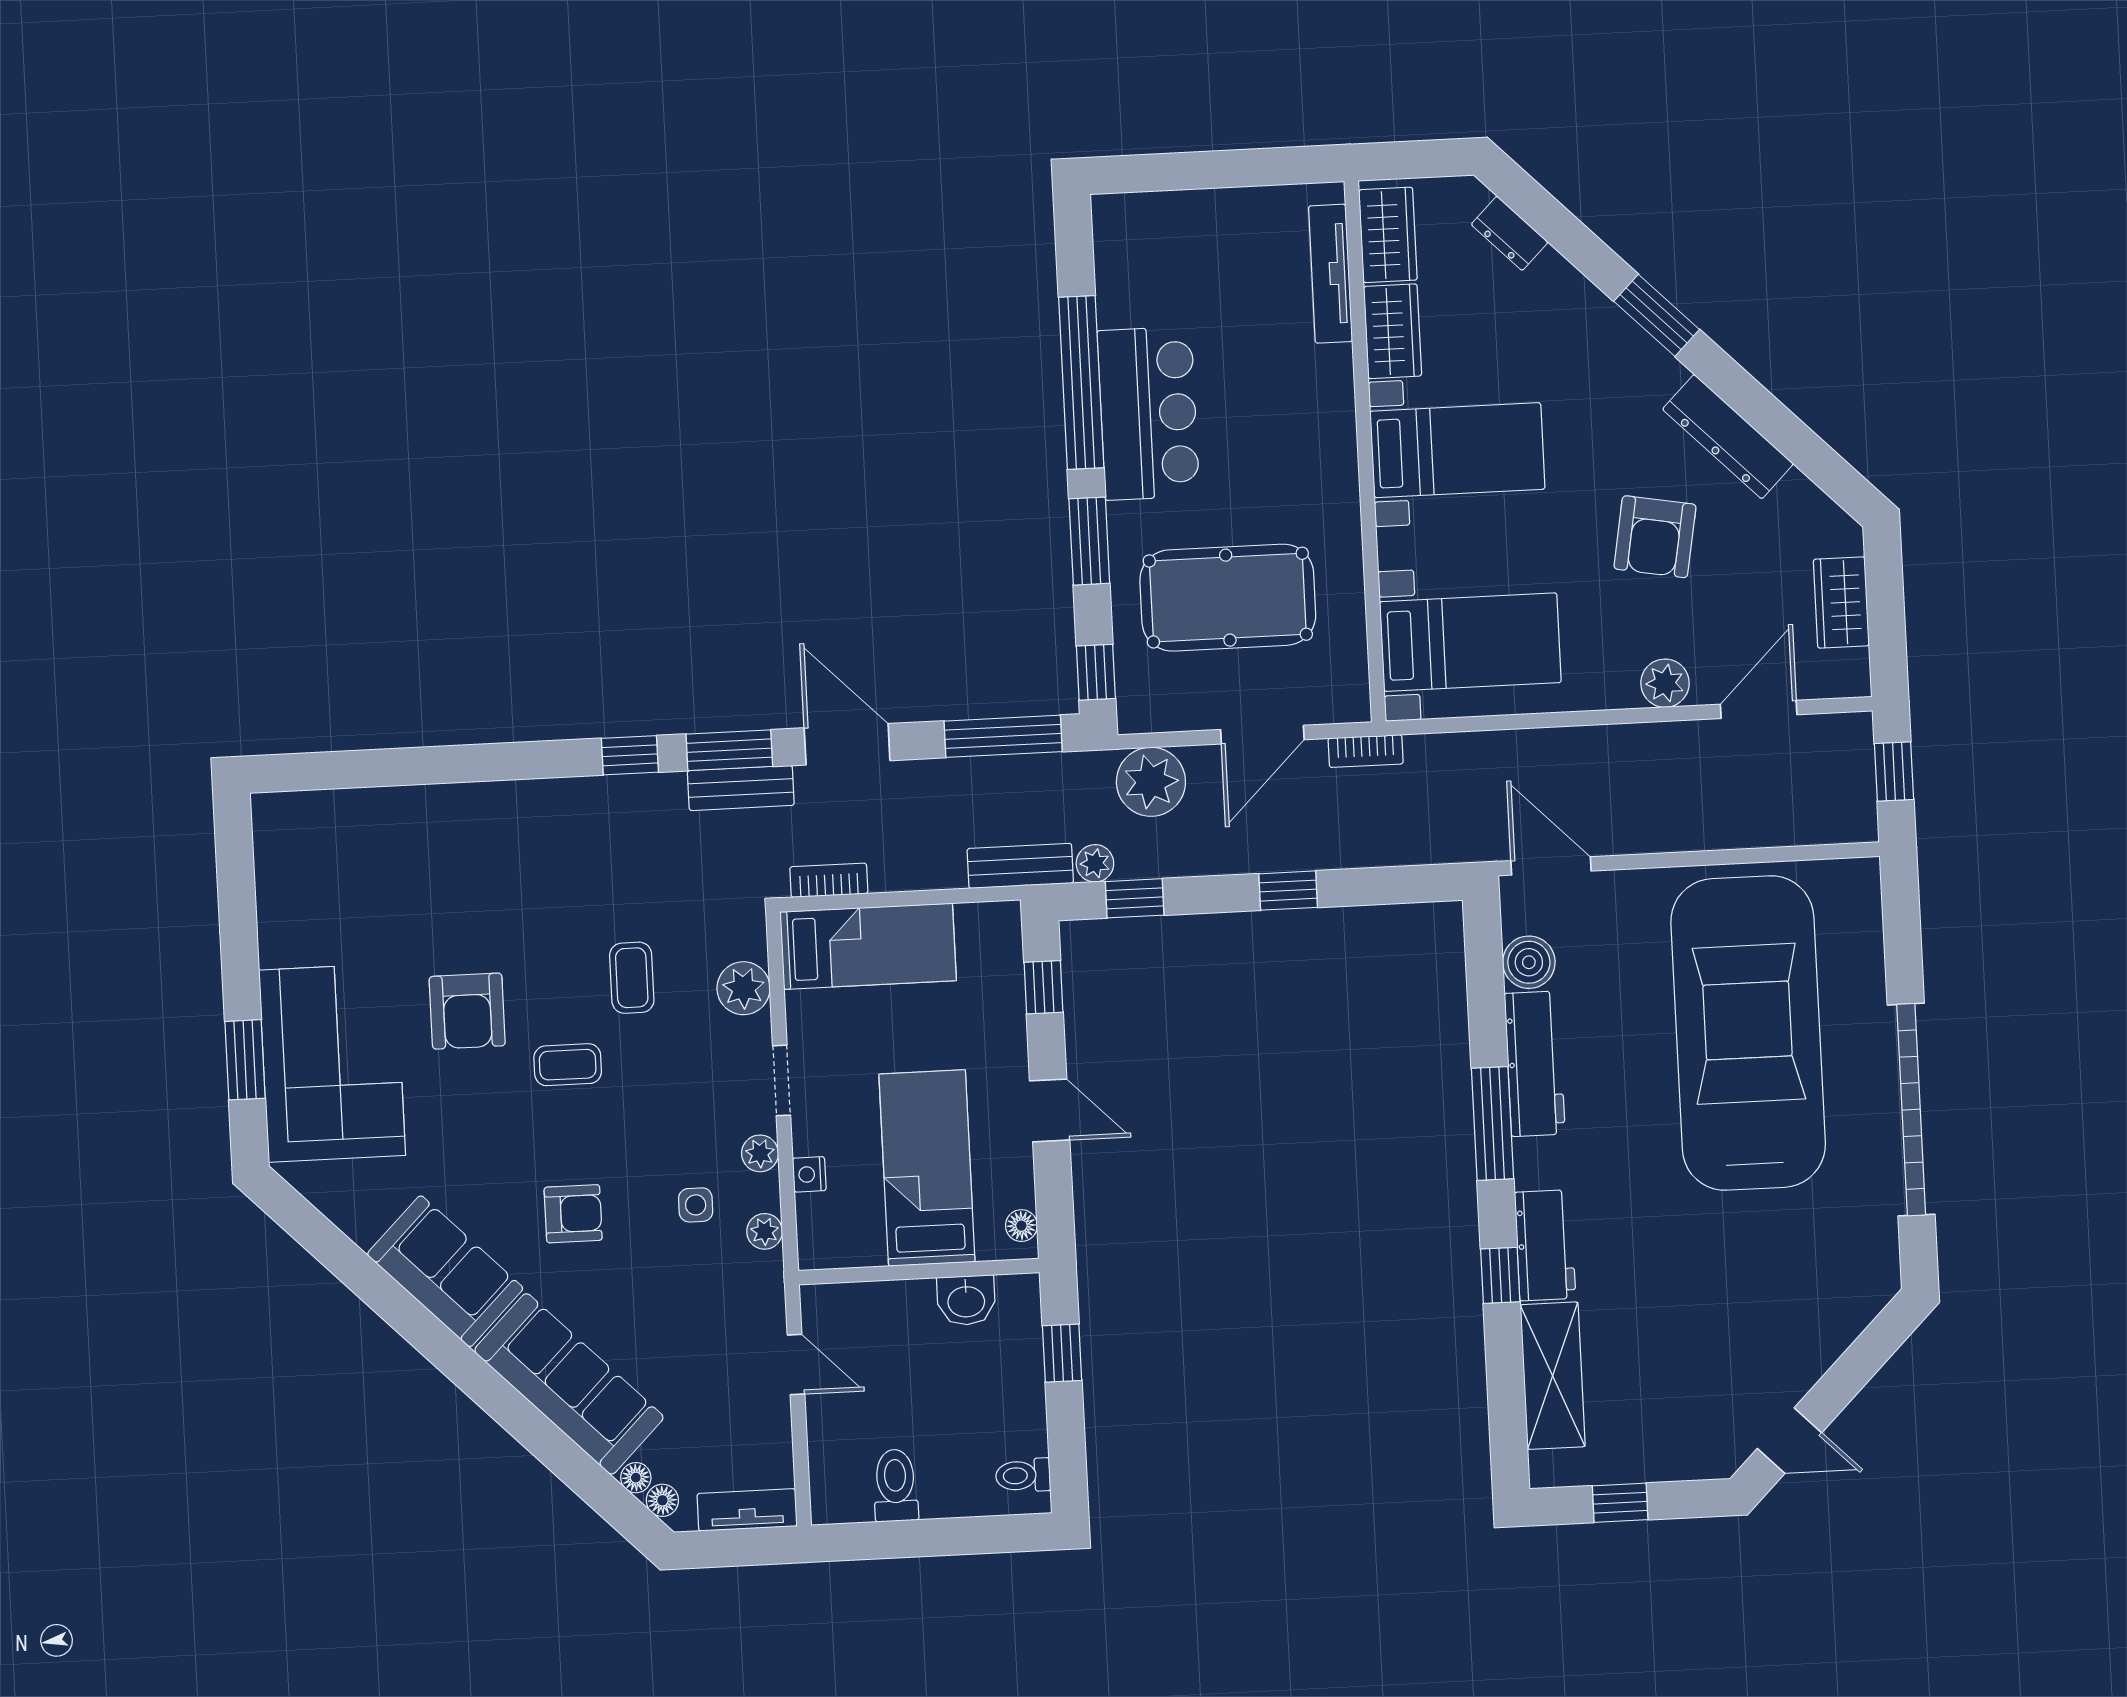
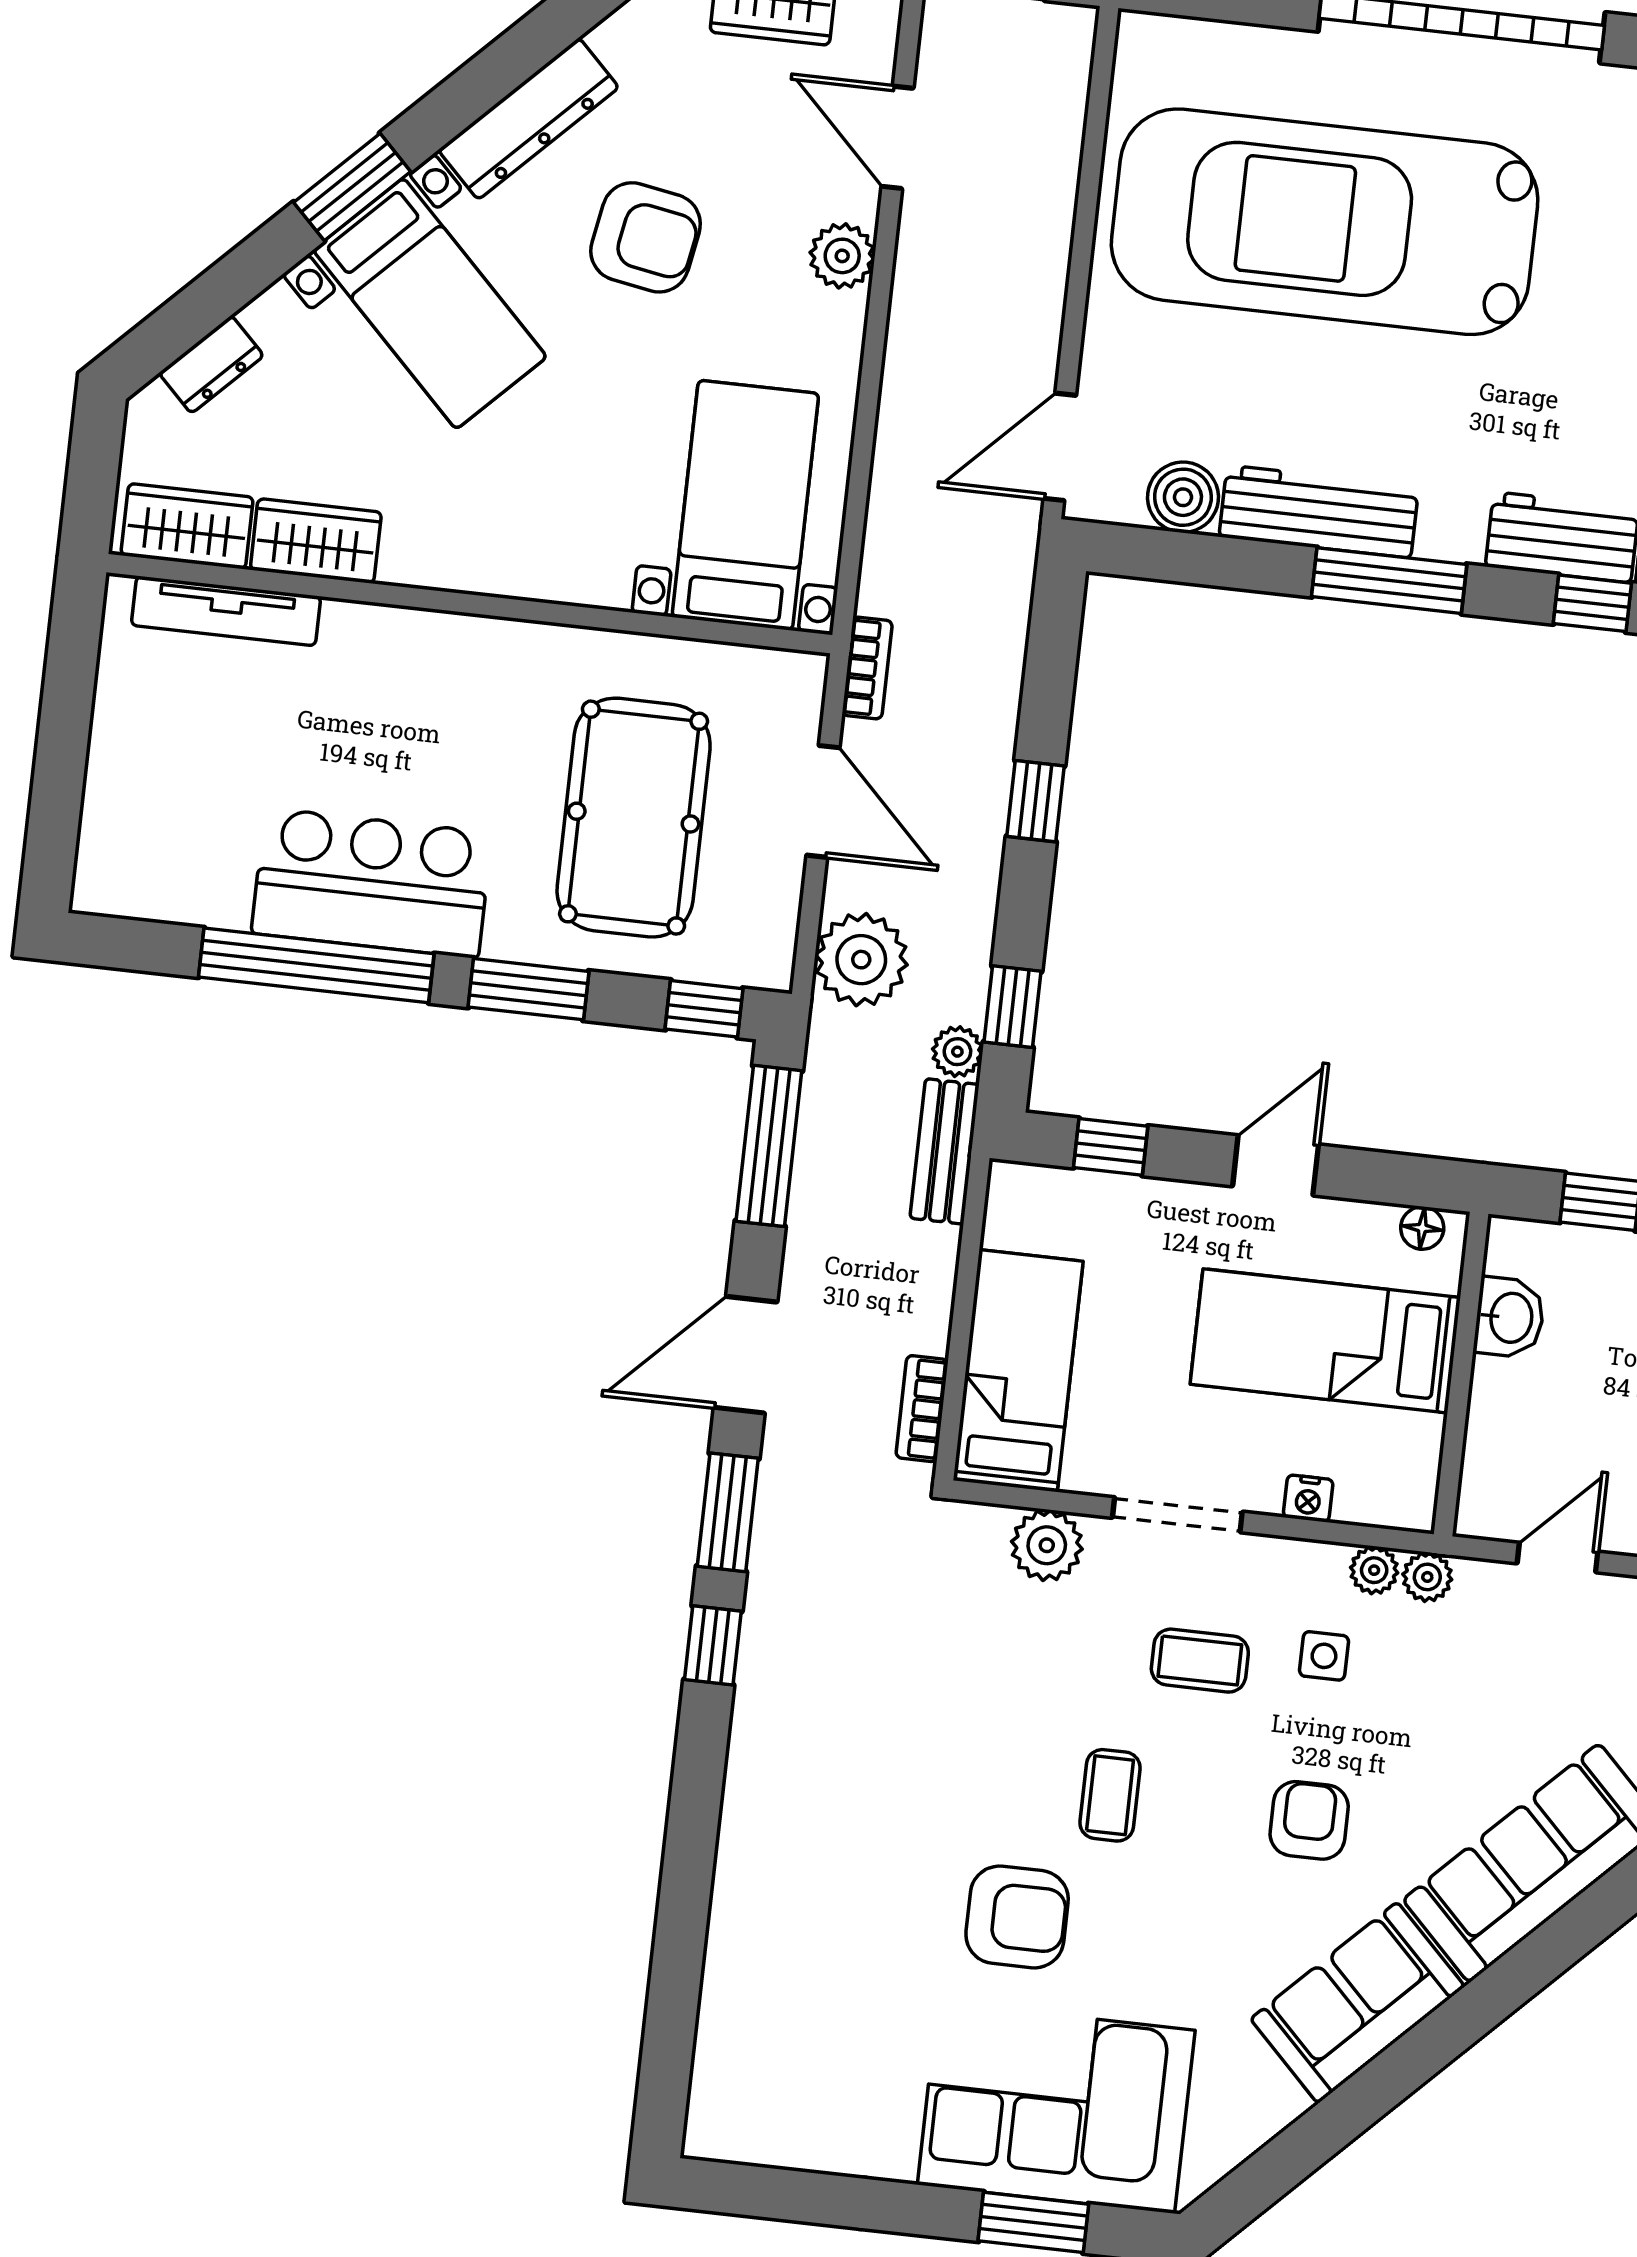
bed with nightstands: (1457, 450) -> (430, 304), moved, turned 135
bench: (741, 788) -> (780, 1505), removed
coffee table: (632, 978) -> (1200, 1661), moved
doorway: (782, 1080) -> (1177, 1515), width x1.38
plant: (760, 1153) -> (1427, 1577), moved

